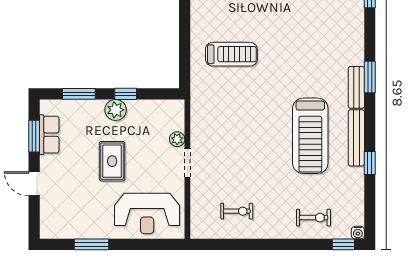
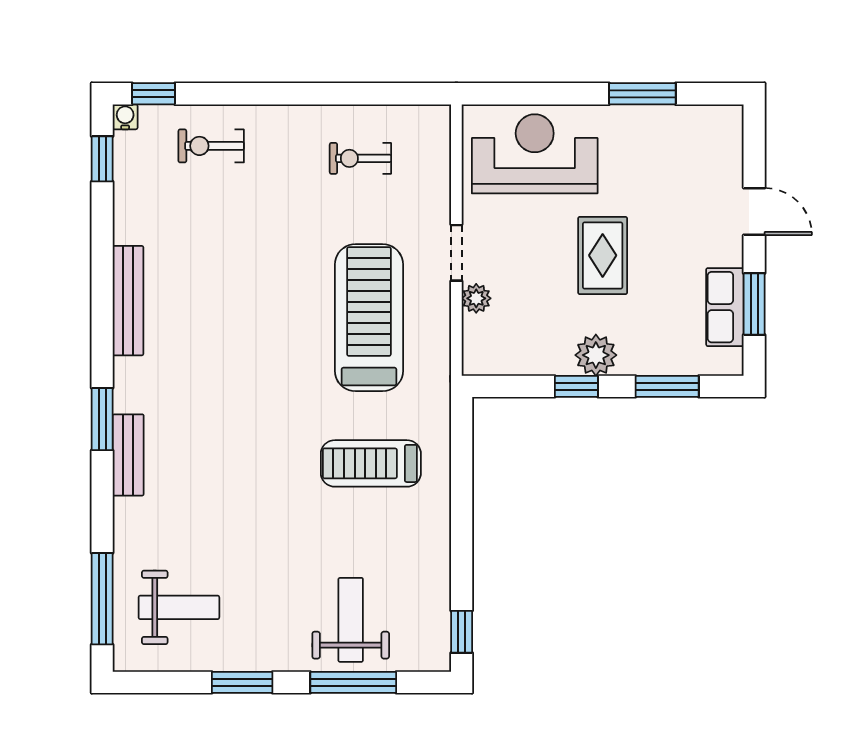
bench: (356, 87) -> (128, 455), moved
treadmill: (310, 136) -> (369, 318), moved
window: (370, 163) -> (102, 159), moved

